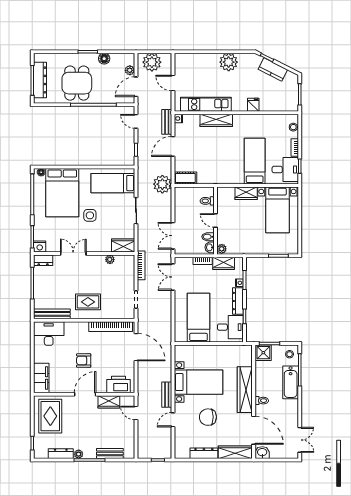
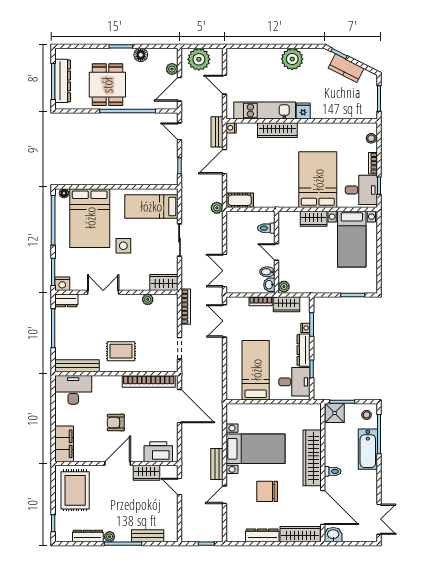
fridge: (253, 105) -> (303, 111), moved
bed: (255, 161) -> (318, 180), width x1.50
plant: (162, 184) -> (217, 208), width x0.53, depth x0.53

